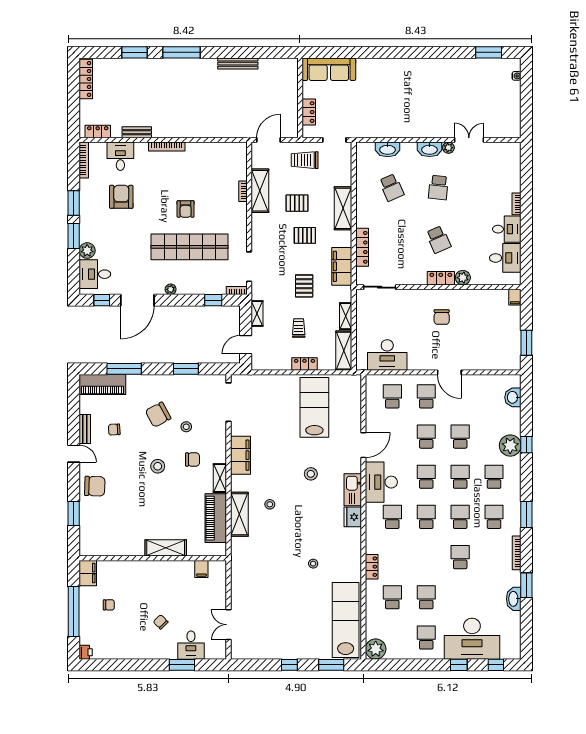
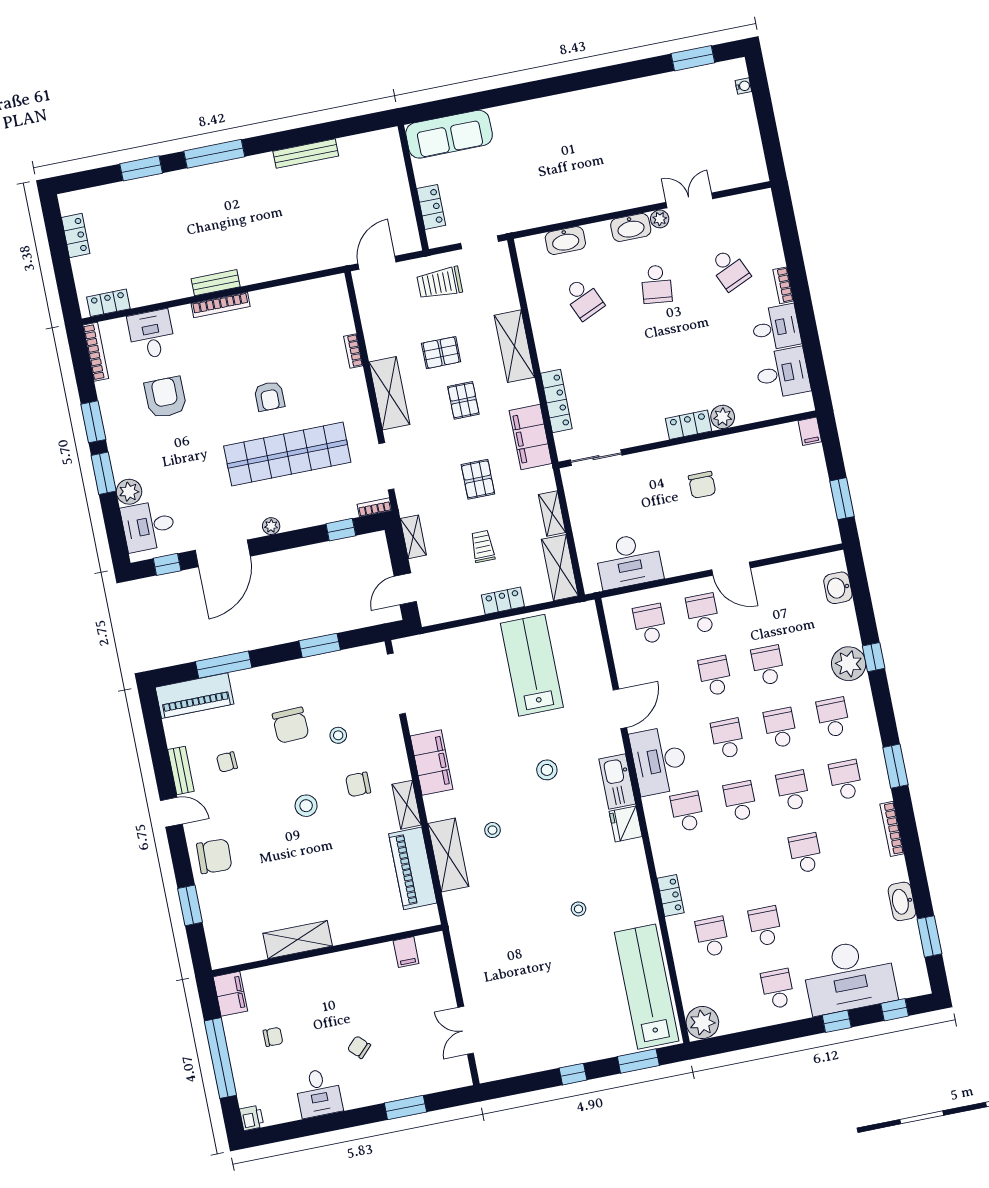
locker: (86, 79) -> (76, 236), width x0.66
bench: (137, 132) -> (216, 283), moved
shelving: (260, 191) -> (389, 393), moved
pallet: (305, 235) -> (463, 400), turned 90
school desk: (438, 240) -> (730, 270), moved
chair: (158, 415) -> (291, 725), turned -64
chair: (192, 460) -> (358, 784), turned 180
shelving: (166, 548) -> (298, 940), moved
window: (526, 585) -> (929, 936), moved
desk: (191, 645) -> (319, 1093), moved

